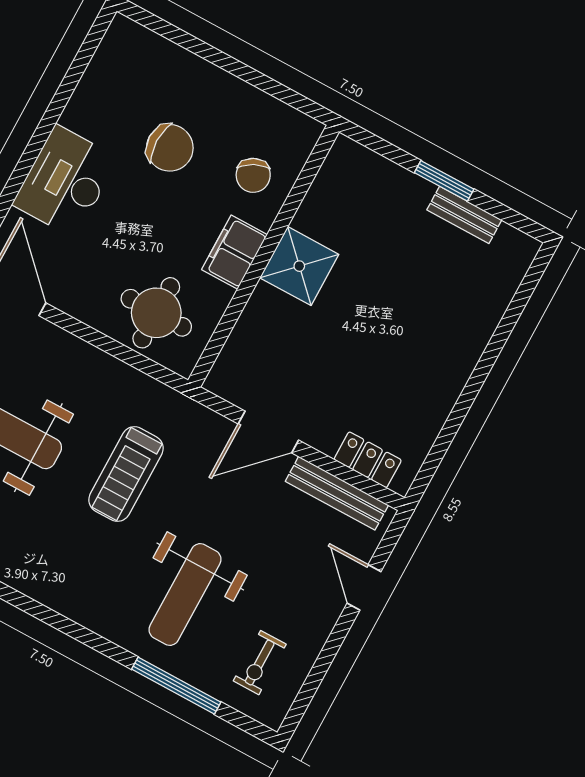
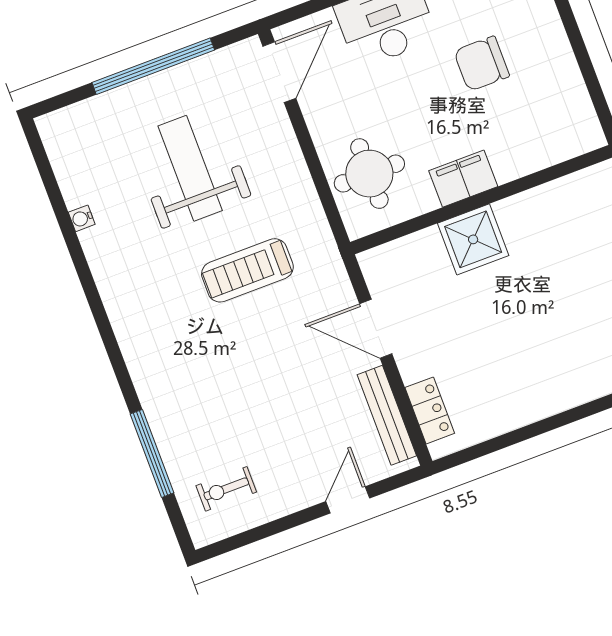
chair: (170, 148) -> (482, 64), turned 90
chair: (253, 175) -> (524, 135), removed
shower: (299, 266) -> (473, 239), moved
weight bench: (185, 595) -> (215, 394), removed

